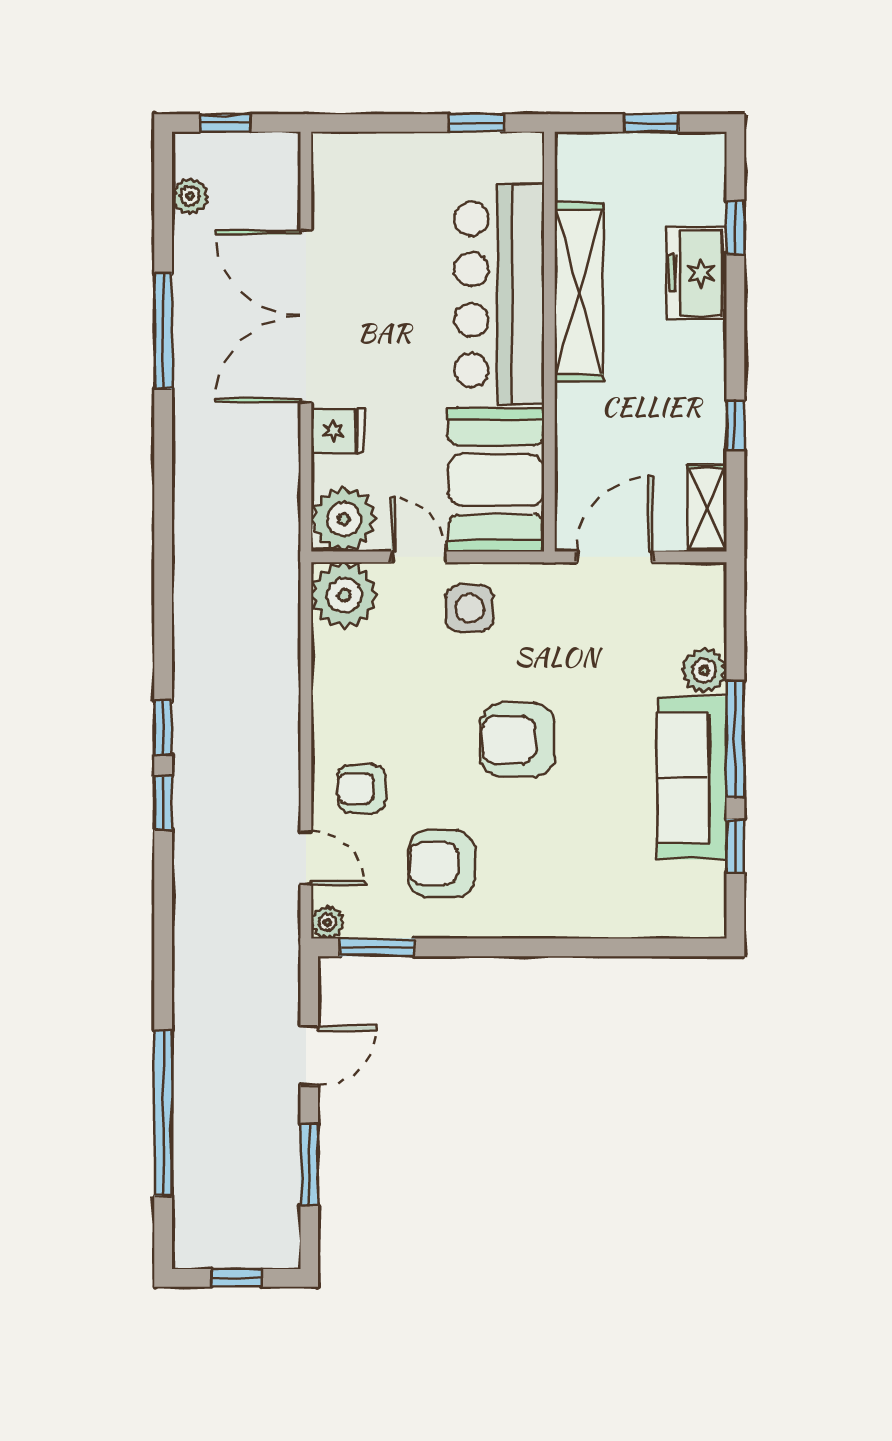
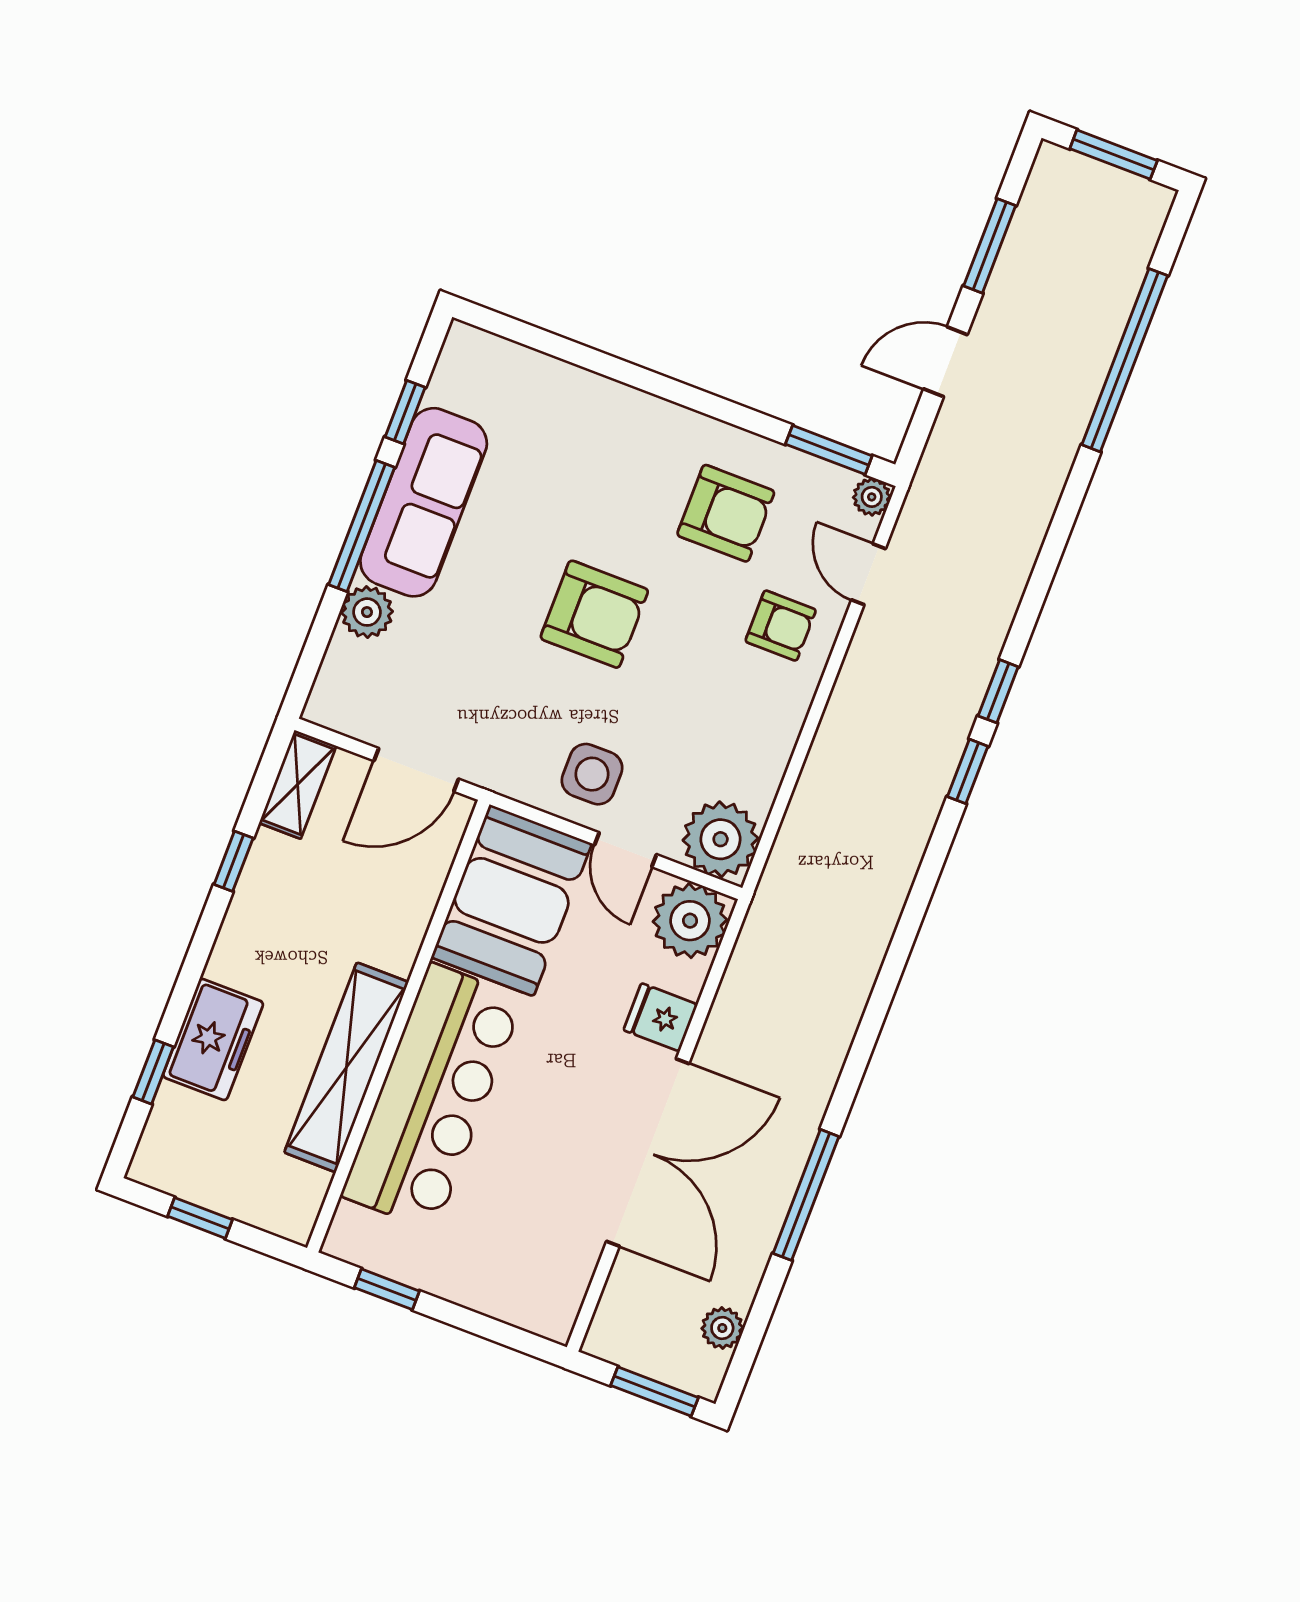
window: (226, 123) -> (655, 1392), width x1.50
window: (236, 1278) -> (1114, 155), width x1.50

